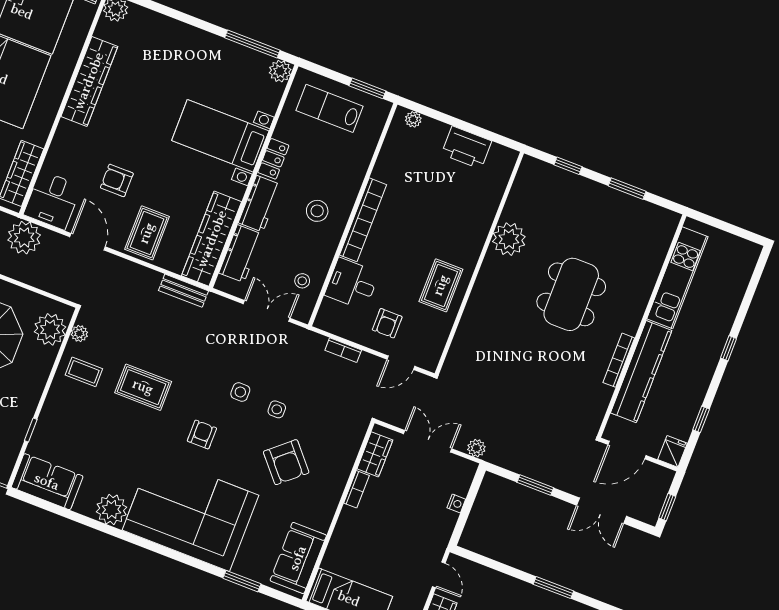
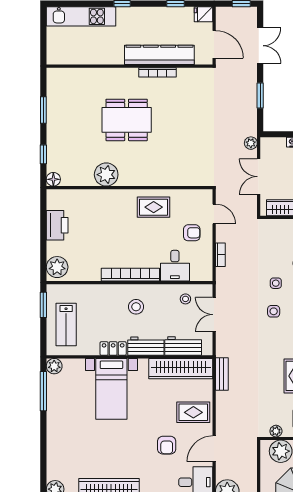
plant: (413, 119) -> (57, 267), width x1.87, depth x1.87
floor lamp: (530, 166) -> (53, 179), added
kitchen unit: (677, 278) -> (81, 16), moved, turned 180

